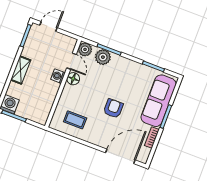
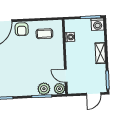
washing machine: (58, 76) -> (70, 37), moved
floor lamp: (73, 79) -> (59, 63), removed
armchair: (113, 108) -> (22, 29), moved

